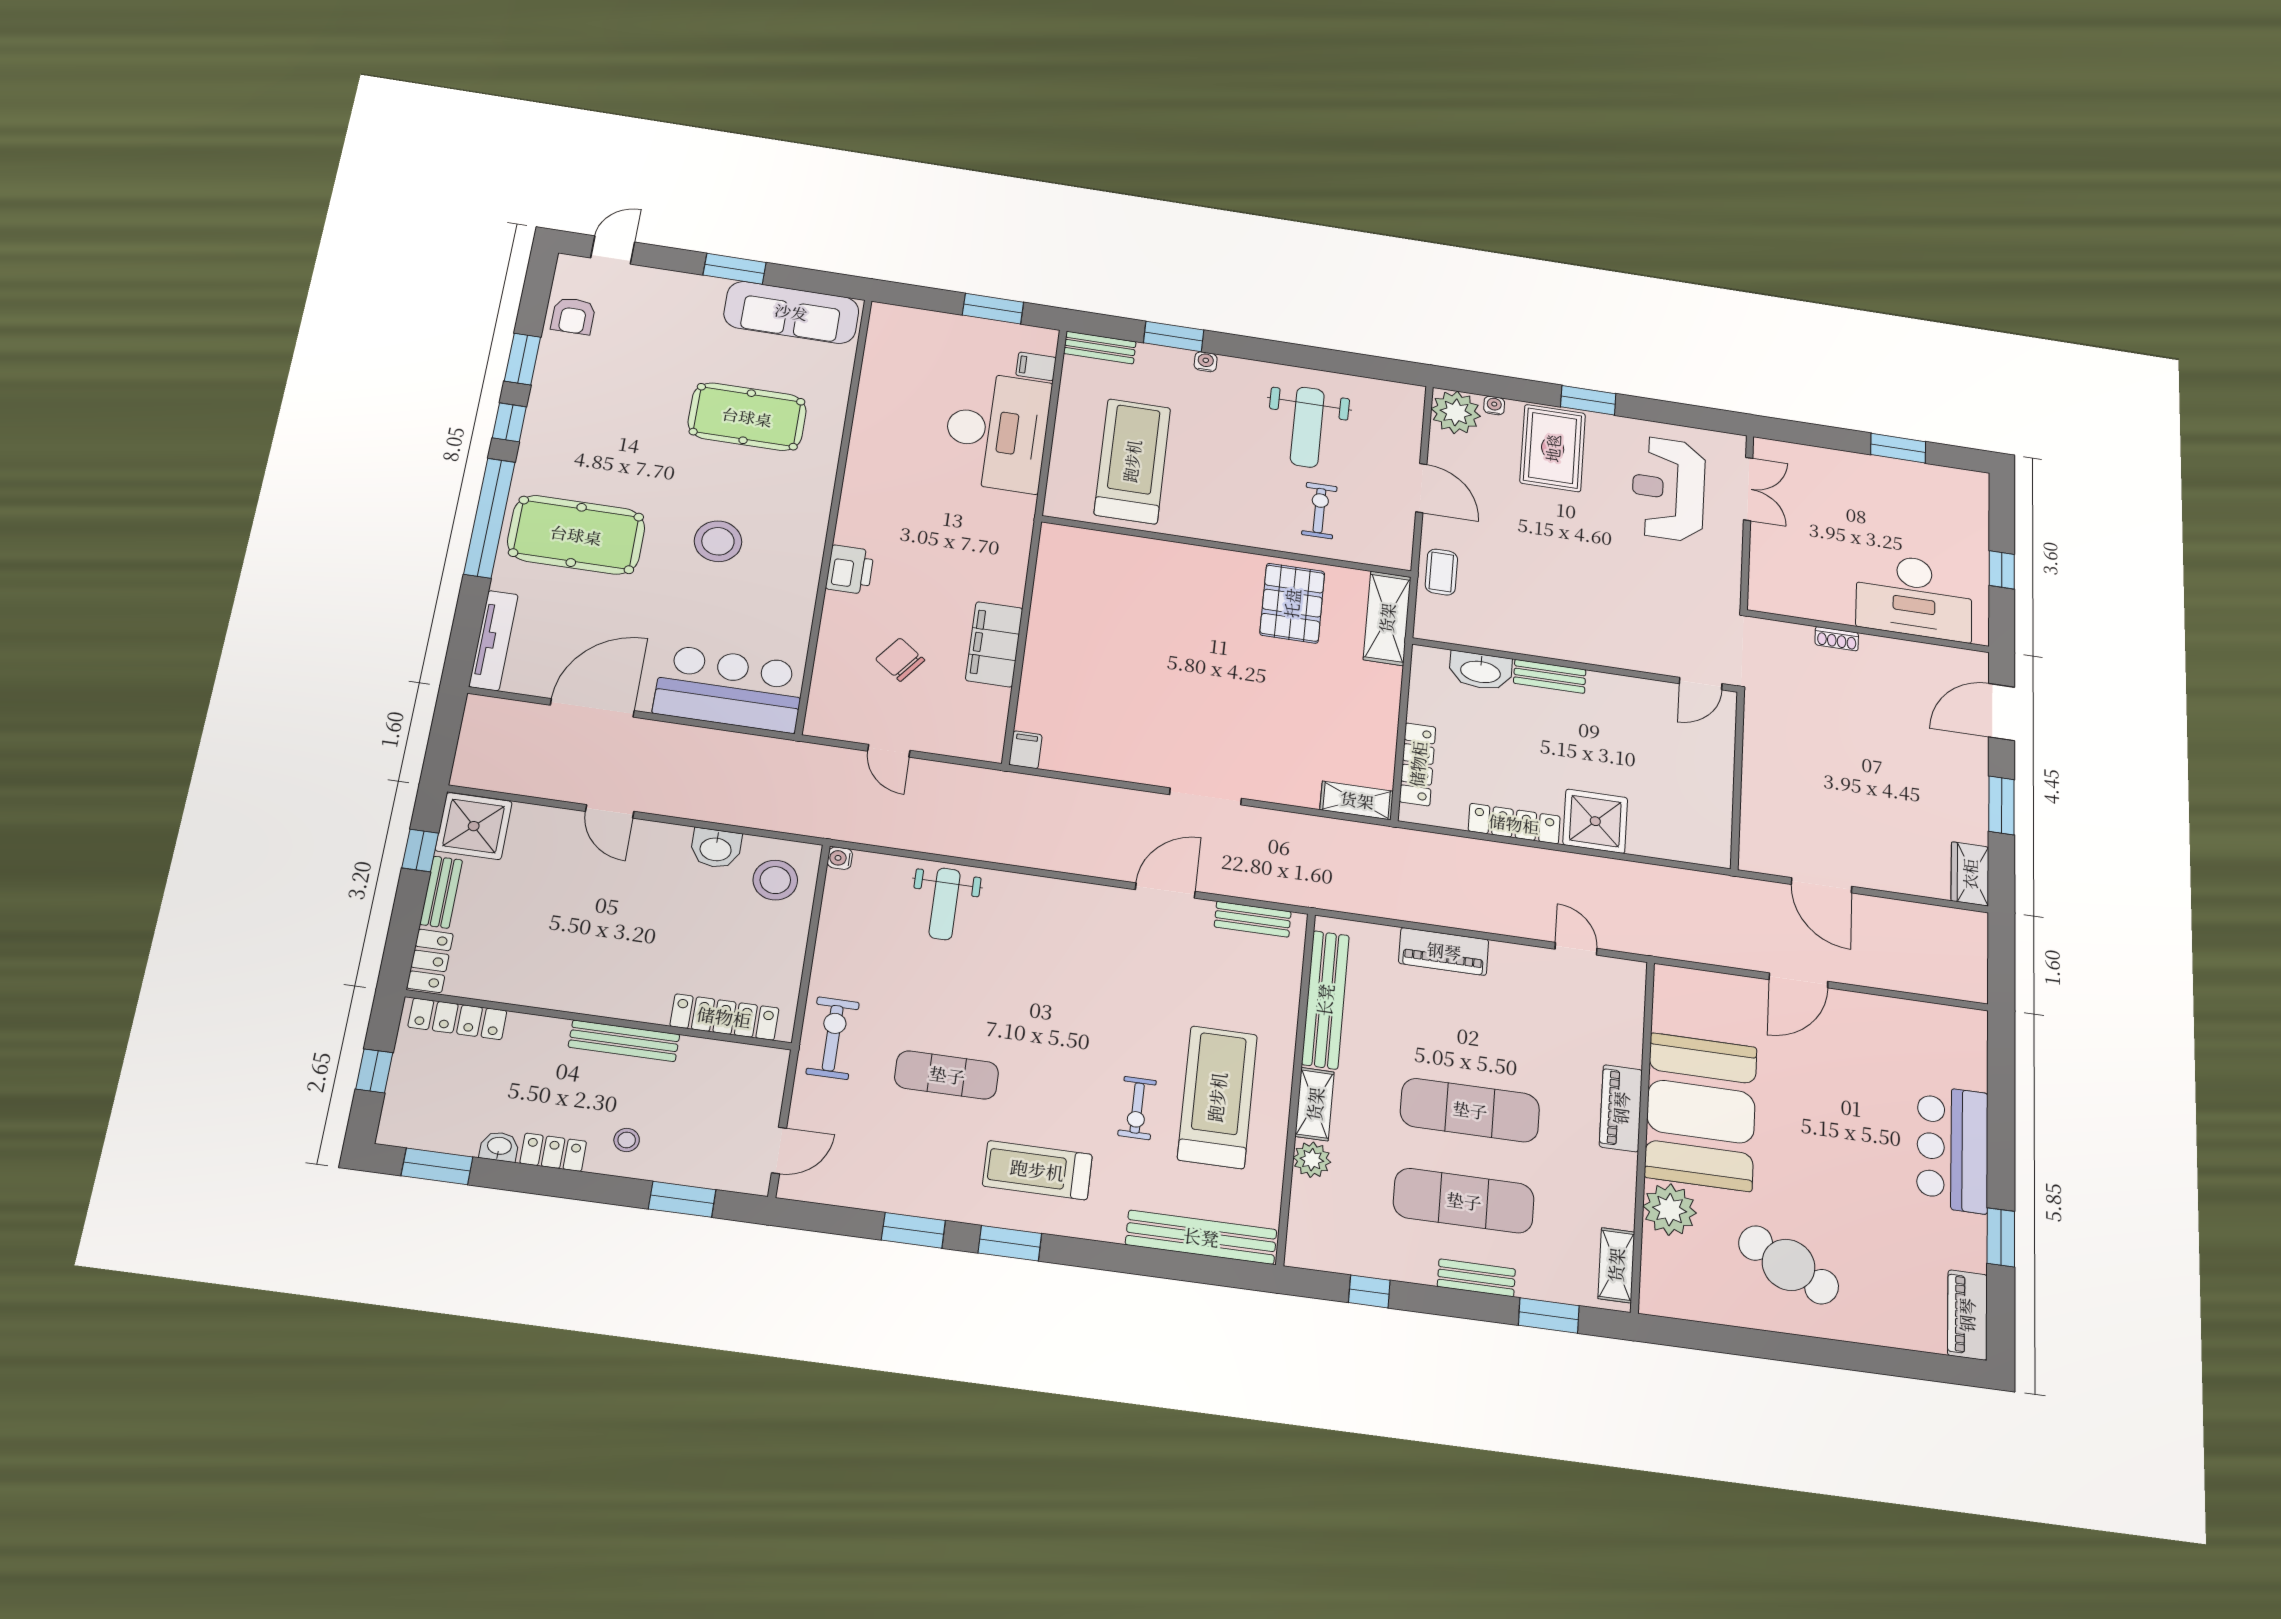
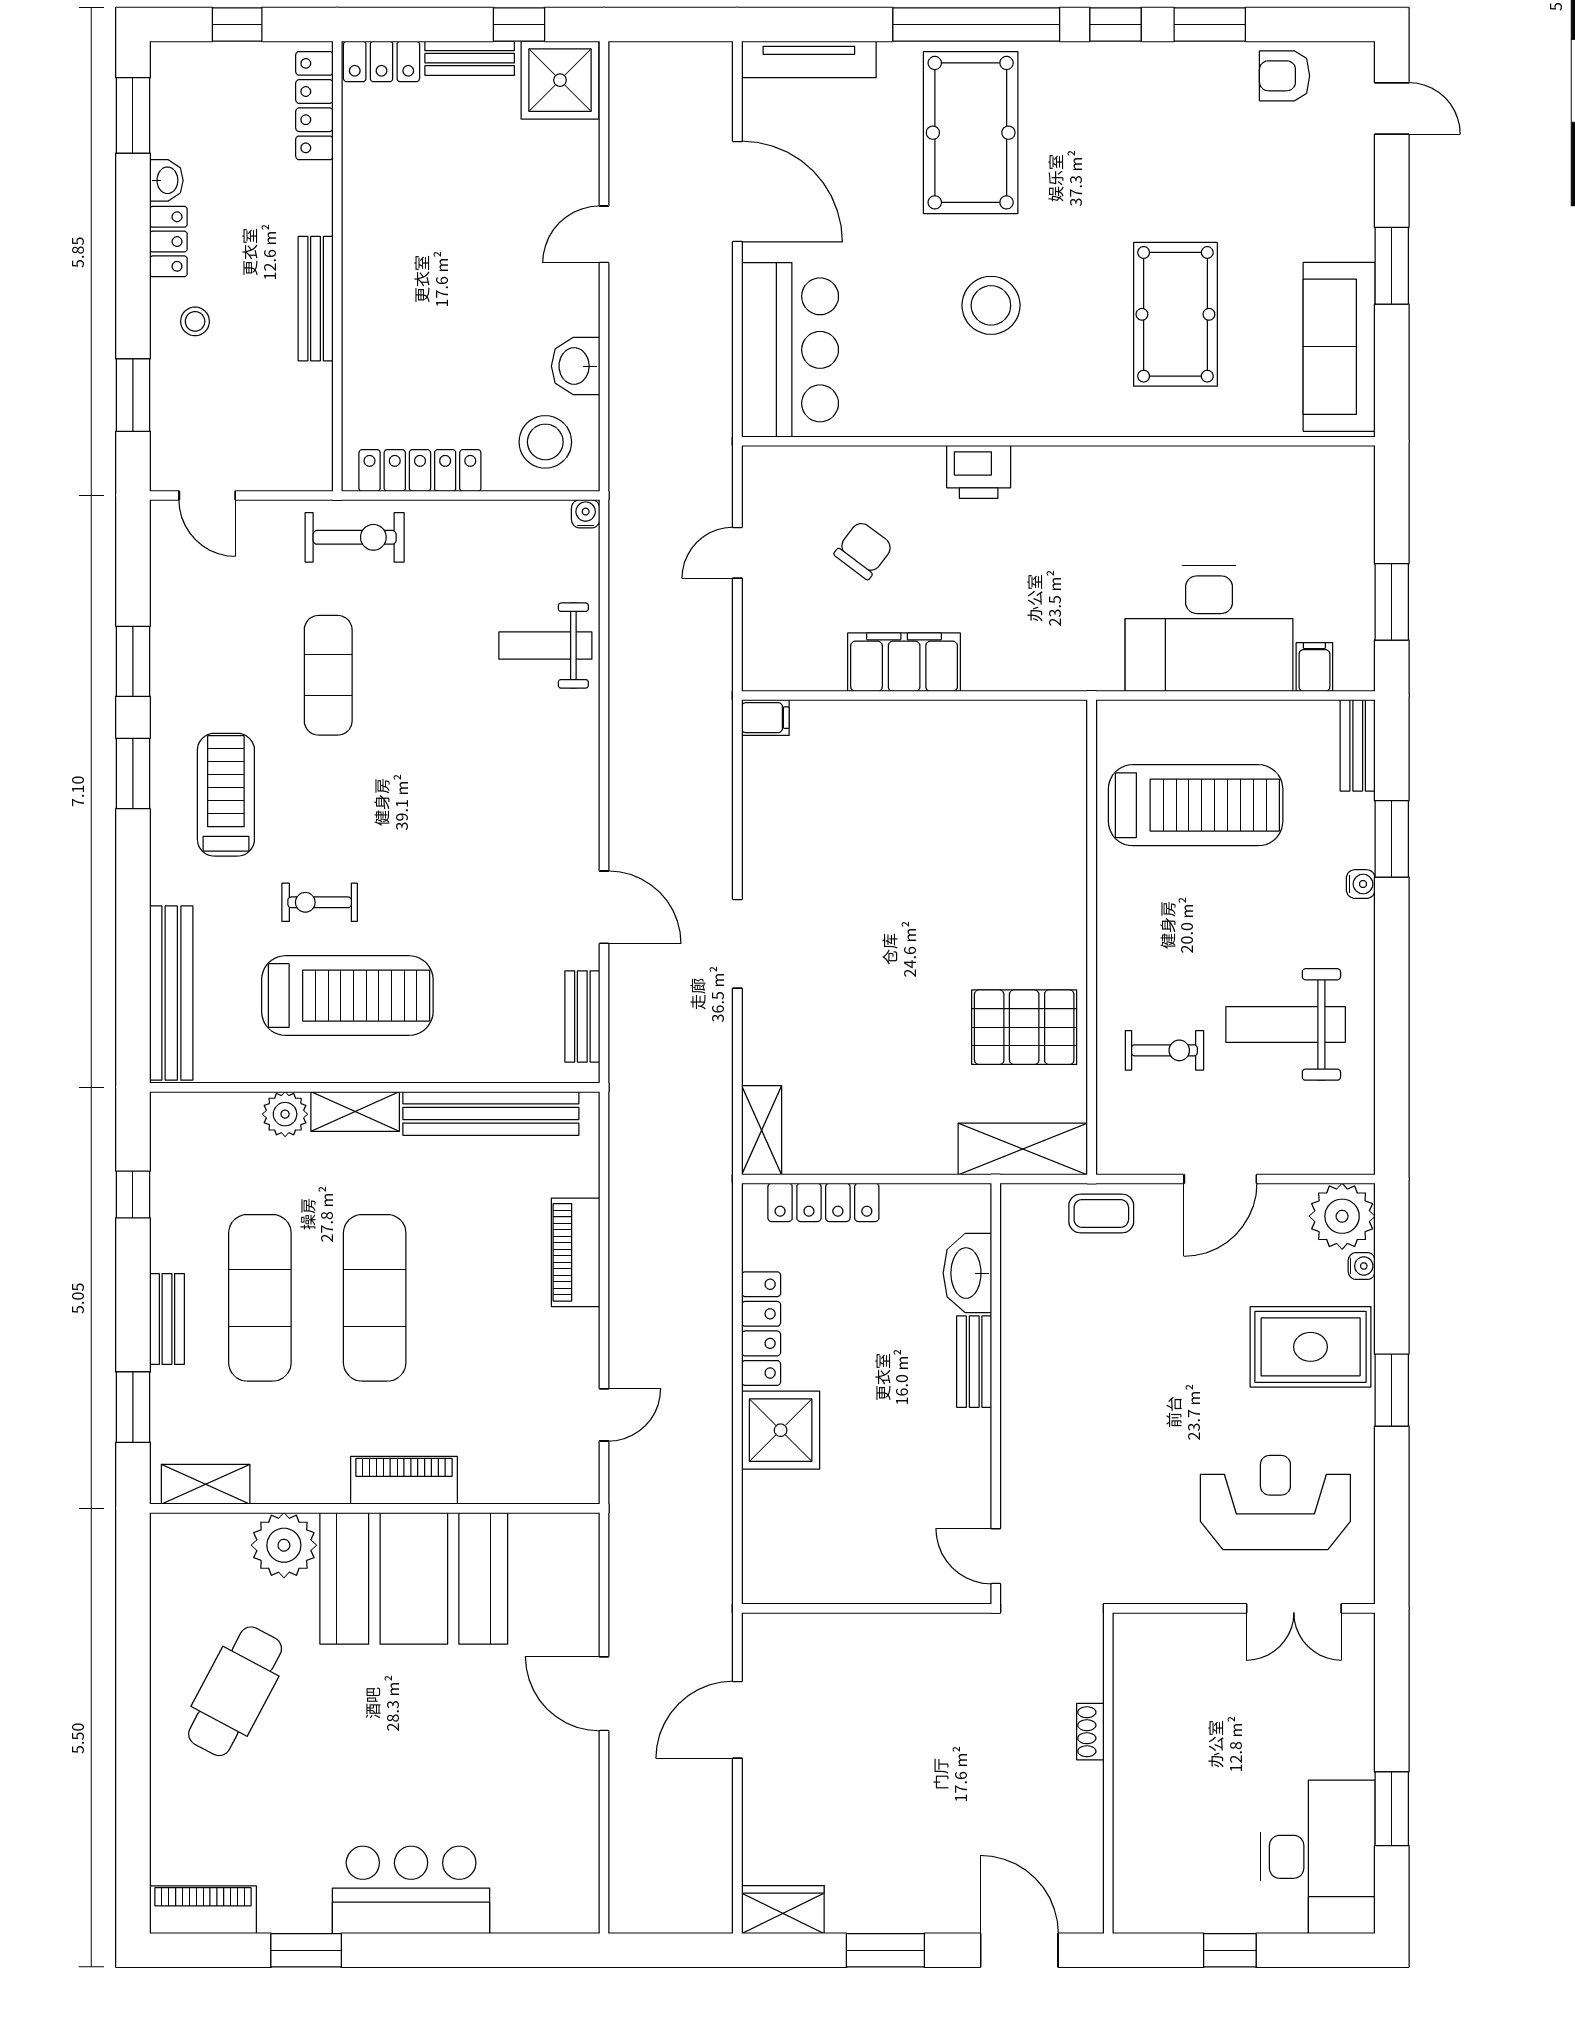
desk: (1914, 597) -> (1318, 1857), moved, turned 180
locker: (724, 1017) -> (420, 470), moved, turned -90

